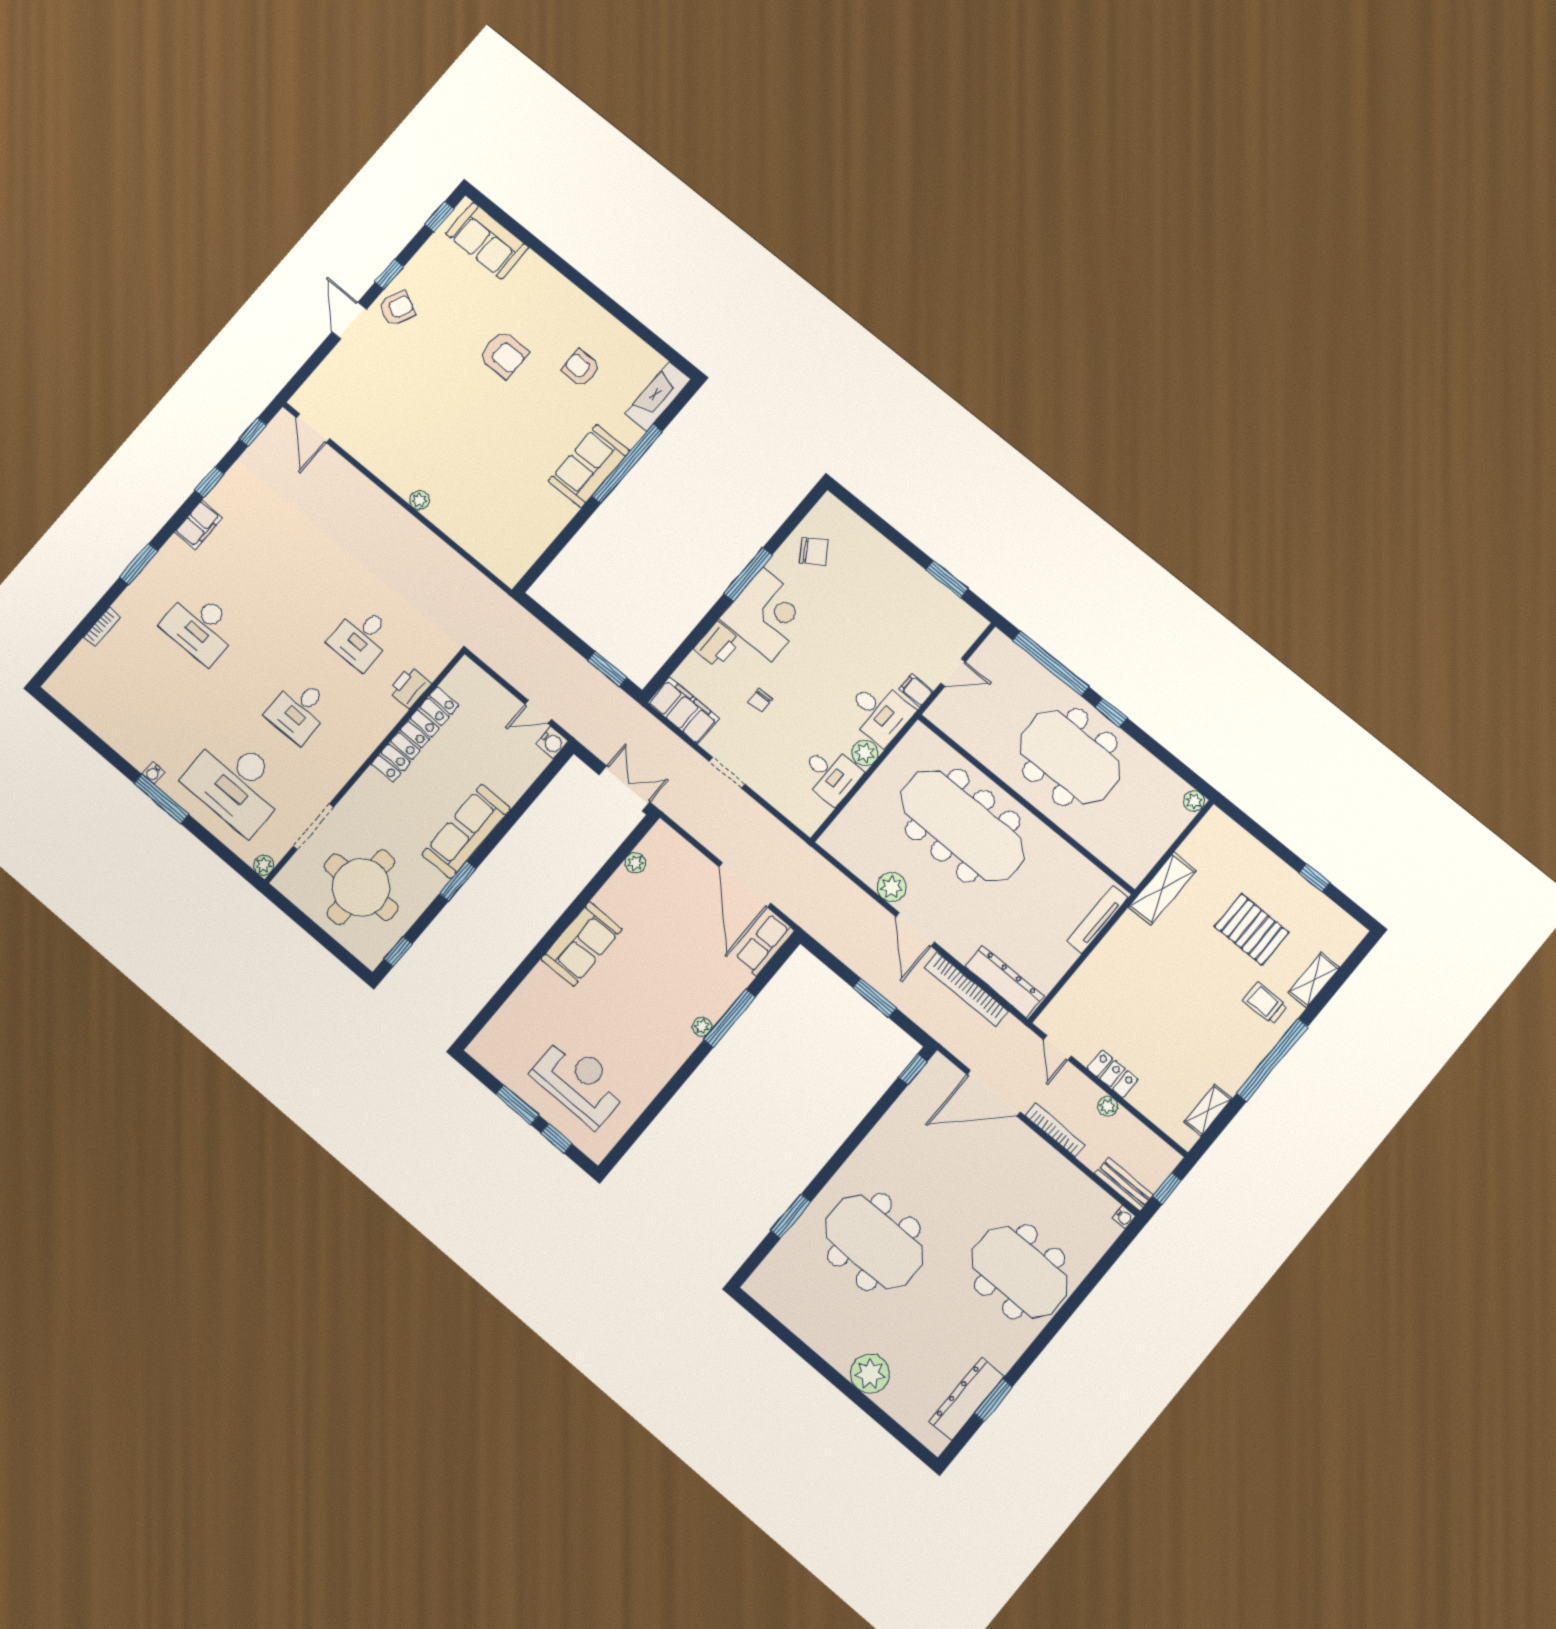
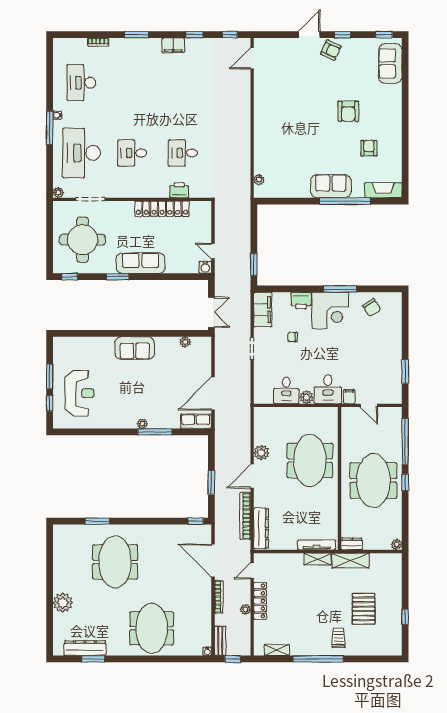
plant: (419, 500) -> (259, 180), moved
desk: (200, 627) -> (81, 83), moved
meeting table: (963, 825) -> (310, 460), width x0.73
dresser: (1139, 866) -> (352, 544), added
shelving: (1314, 980) -> (318, 559), moved
locker: (1113, 1074) -> (260, 601), width x1.53

